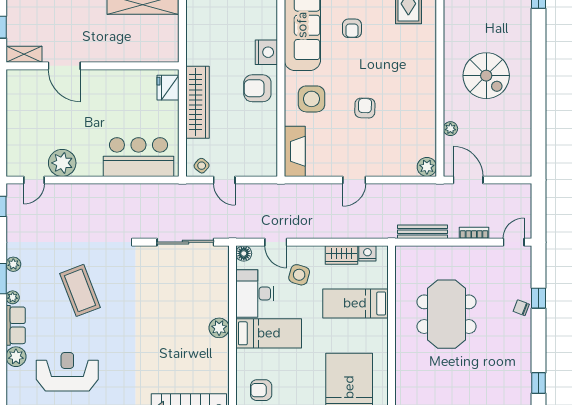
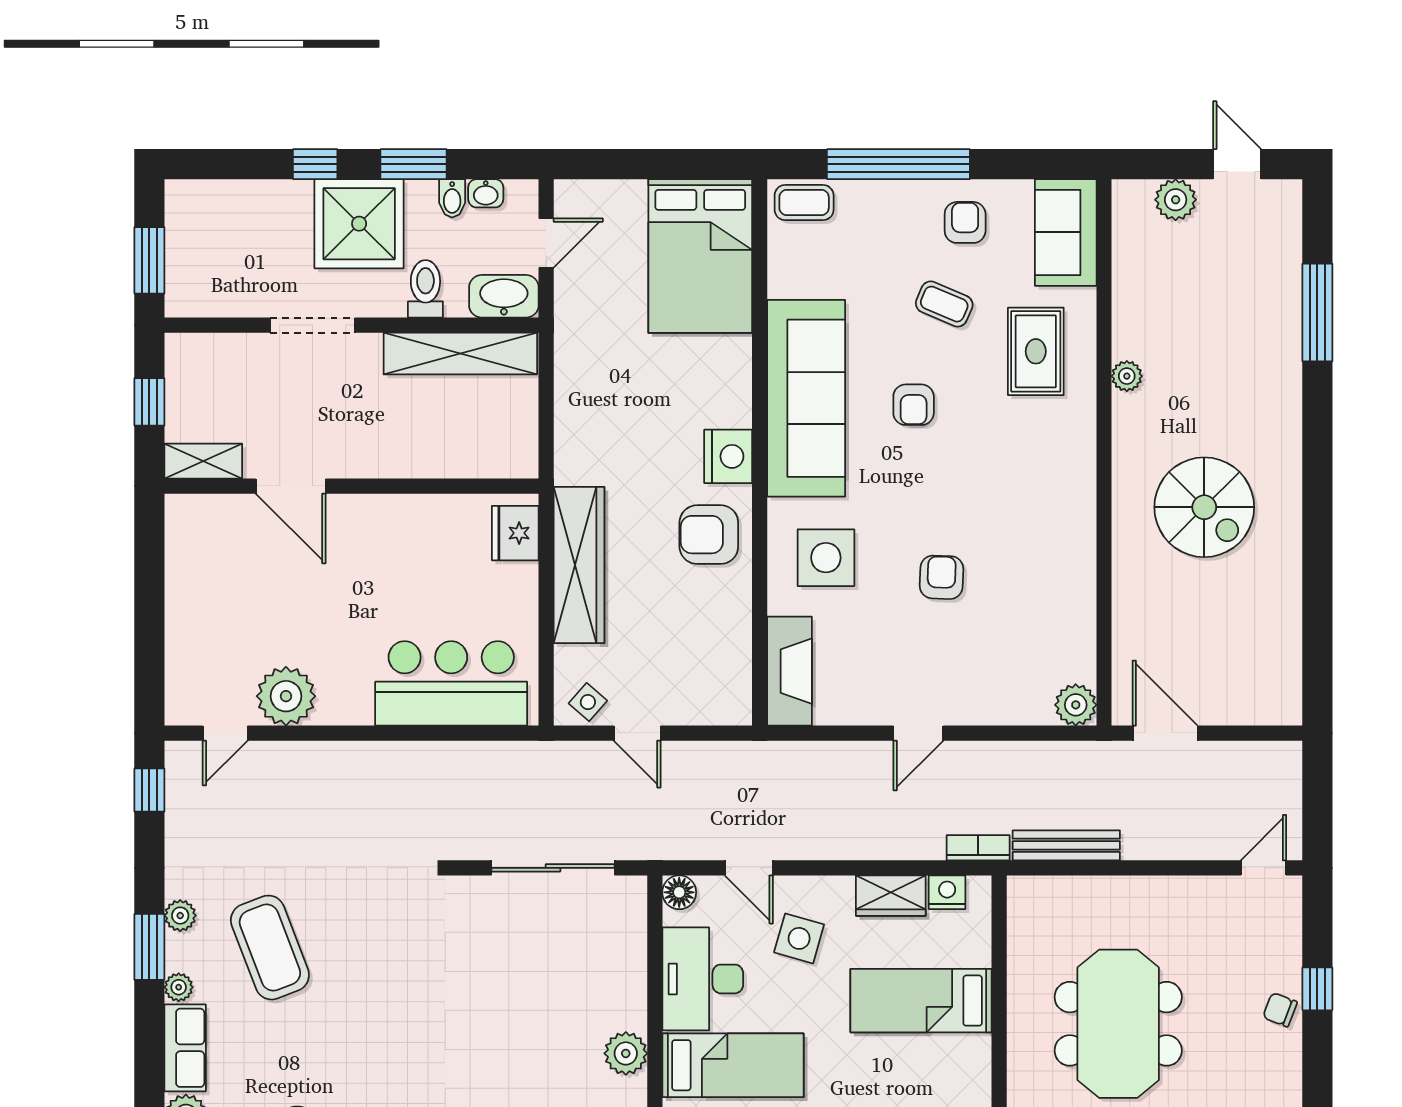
plant: (450, 129) -> (1127, 376), moved
bookcase: (474, 233) -> (978, 848), moved
coffee table: (80, 290) -> (270, 948), moved

